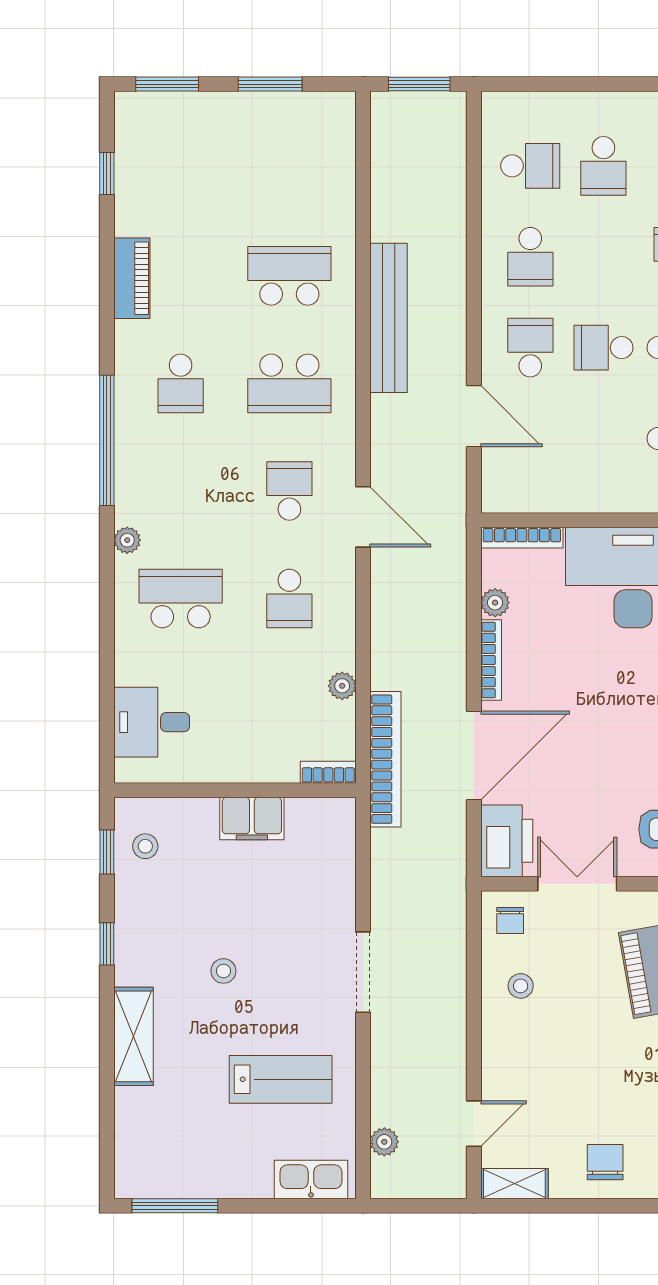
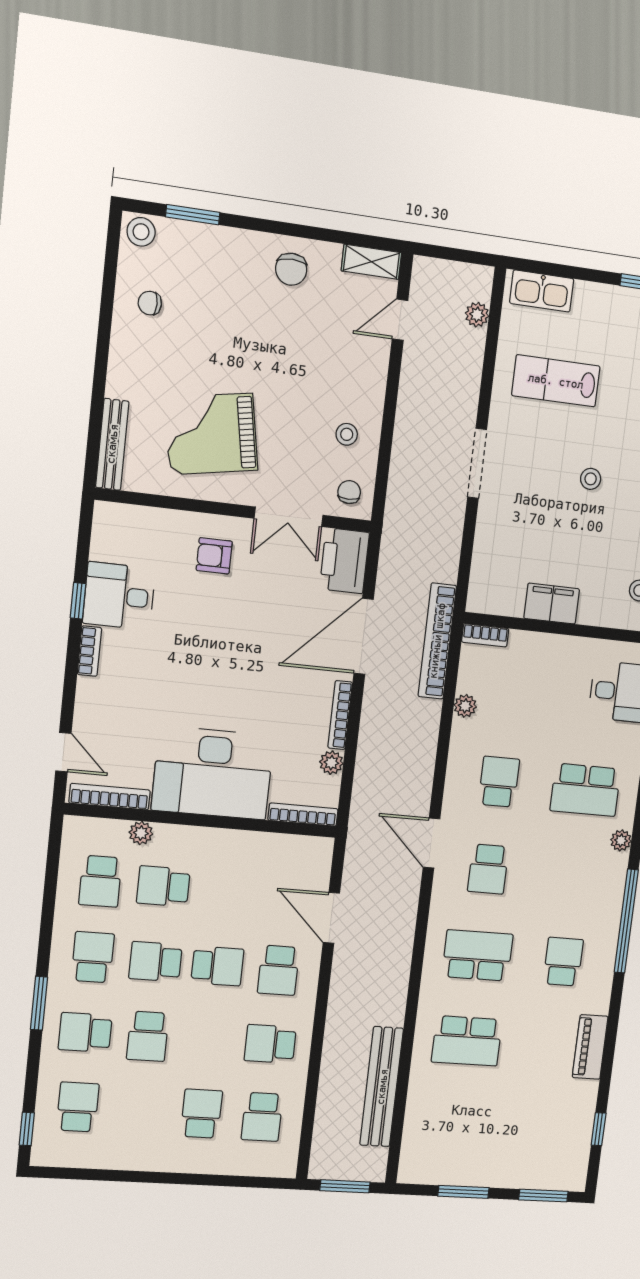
school desk: (530, 166) -> (262, 1117), turned -90
school desk: (530, 257) -> (270, 1044), turned -90
bench: (389, 318) -> (382, 1087), moved

